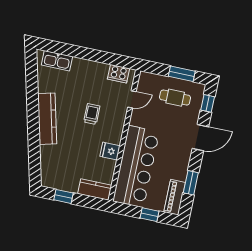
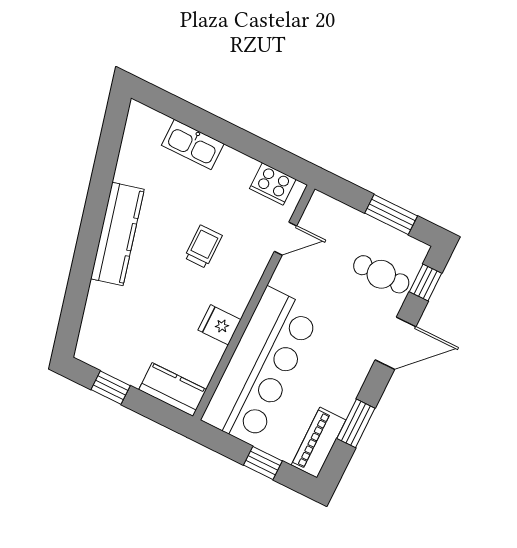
kitchen sink: (57, 61) -> (193, 144), moved
cafe table: (175, 98) -> (381, 274), moved

